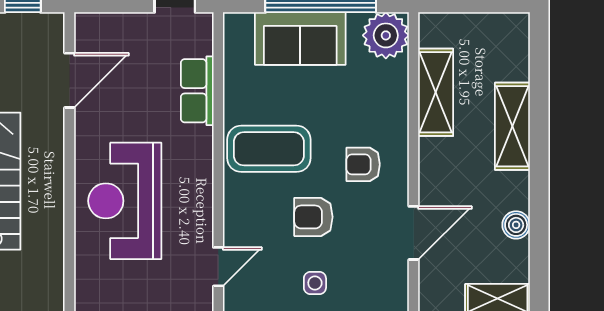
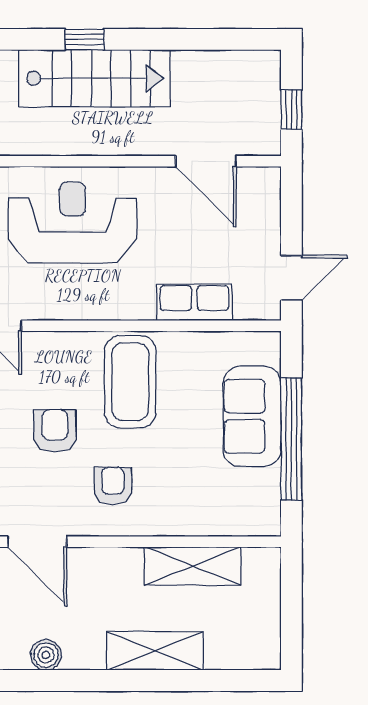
plant: (386, 35) -> (255, 511), removed

